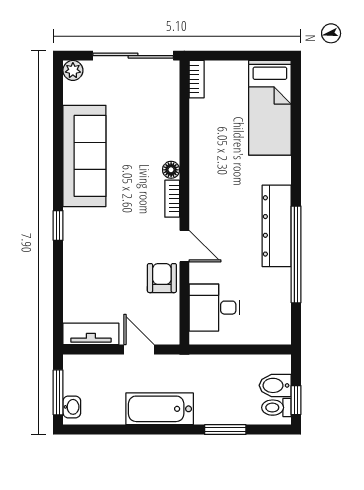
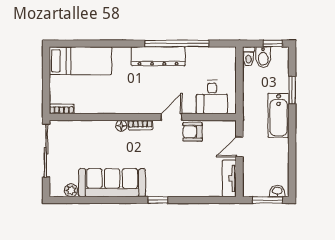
plant: (73, 70) -> (71, 190), moved
toilet: (276, 408) -> (249, 56), moved
bathtub: (160, 409) -> (278, 115), moved

